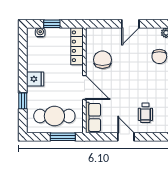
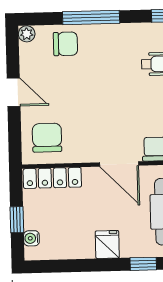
chair: (102, 60) -> (47, 138), moved, turned 90
door: (84, 88) -> (119, 164), swing flipped

